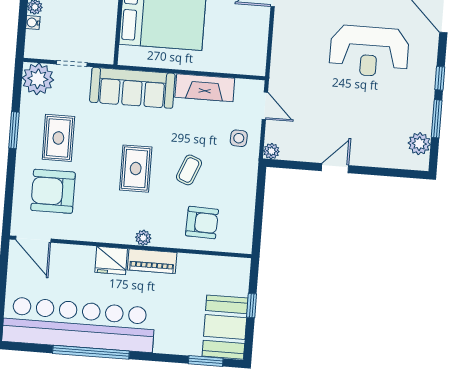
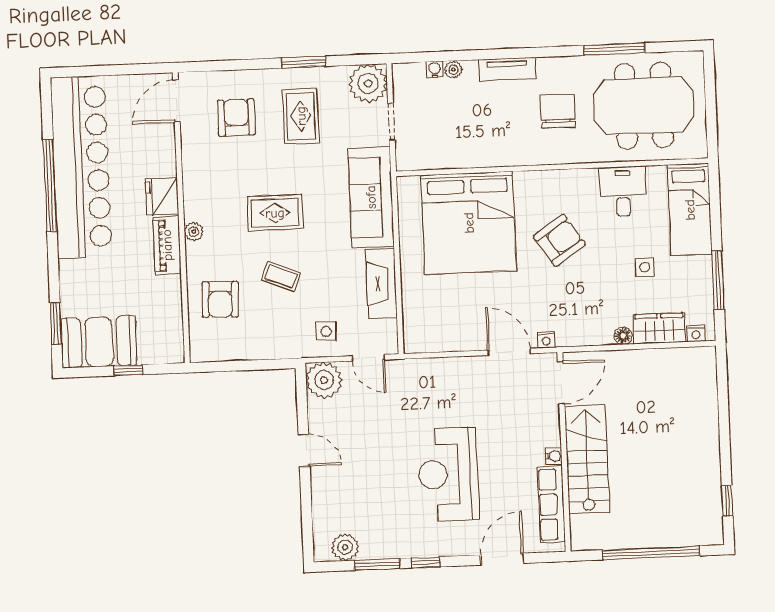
door: (265, 106) -> (368, 358), hinge flipped
rug: (58, 138) -> (301, 116), turned 90
plant: (271, 151) -> (324, 380), width x1.88, depth x1.88
armchair: (53, 191) -> (236, 117), width x0.73, depth x0.73

